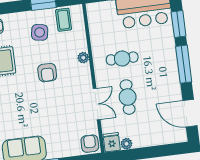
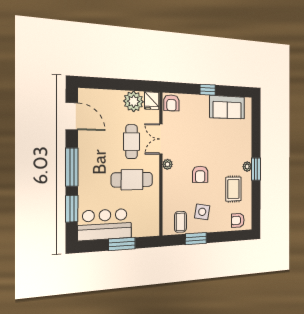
plant: (83, 58) -> (167, 164), moved
cafe table: (122, 58) -> (132, 180), width x1.37, depth x1.35
armchair: (47, 73) -> (200, 174), turned 180
plant: (126, 144) -> (134, 101), width x1.88, depth x1.88

